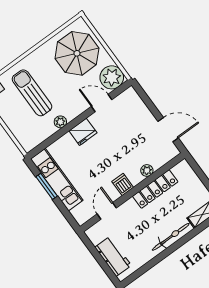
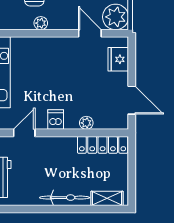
fridge: (83, 132) -> (118, 59), moved, turned 90
locker: (155, 189) -> (103, 145), moved

